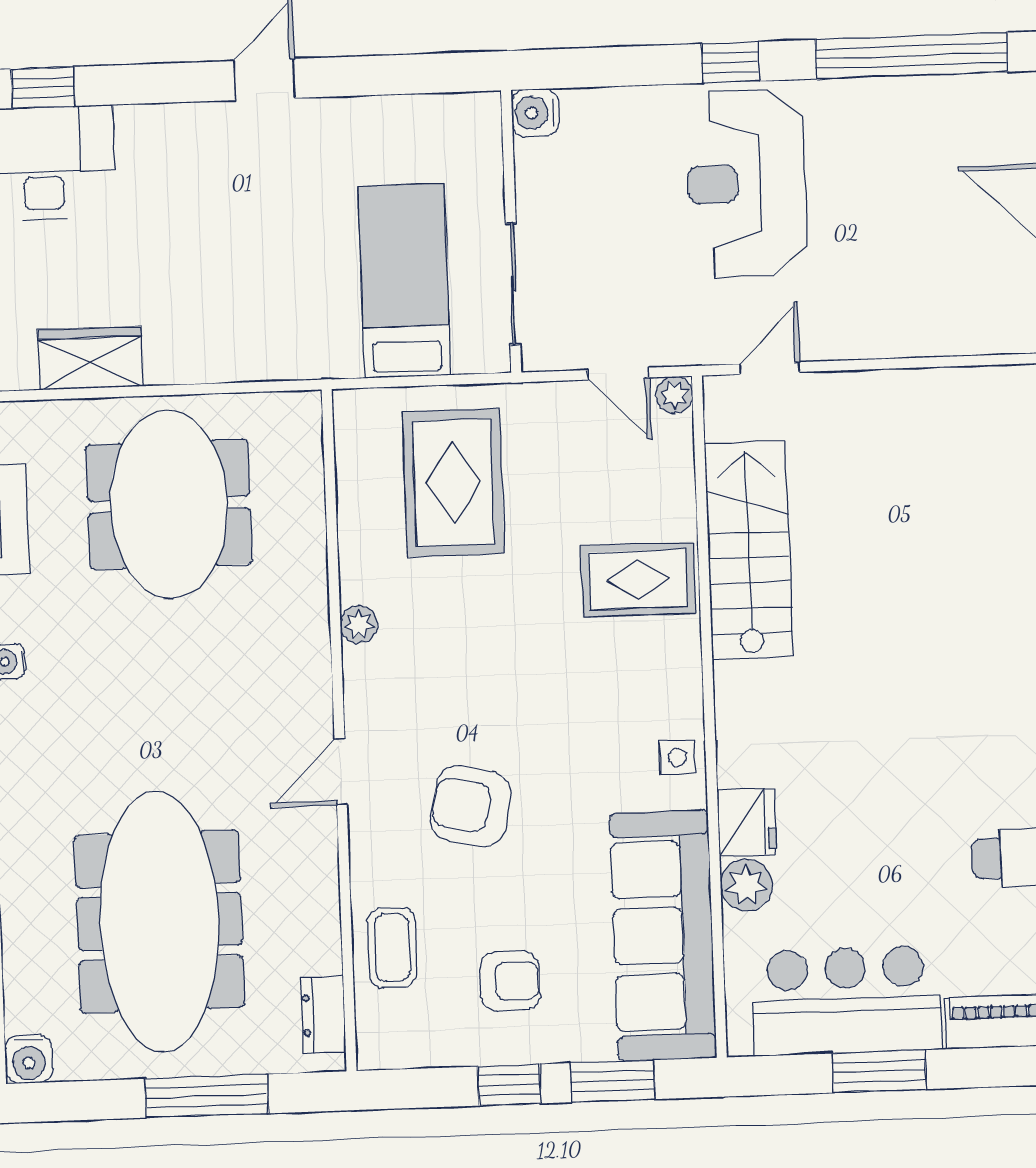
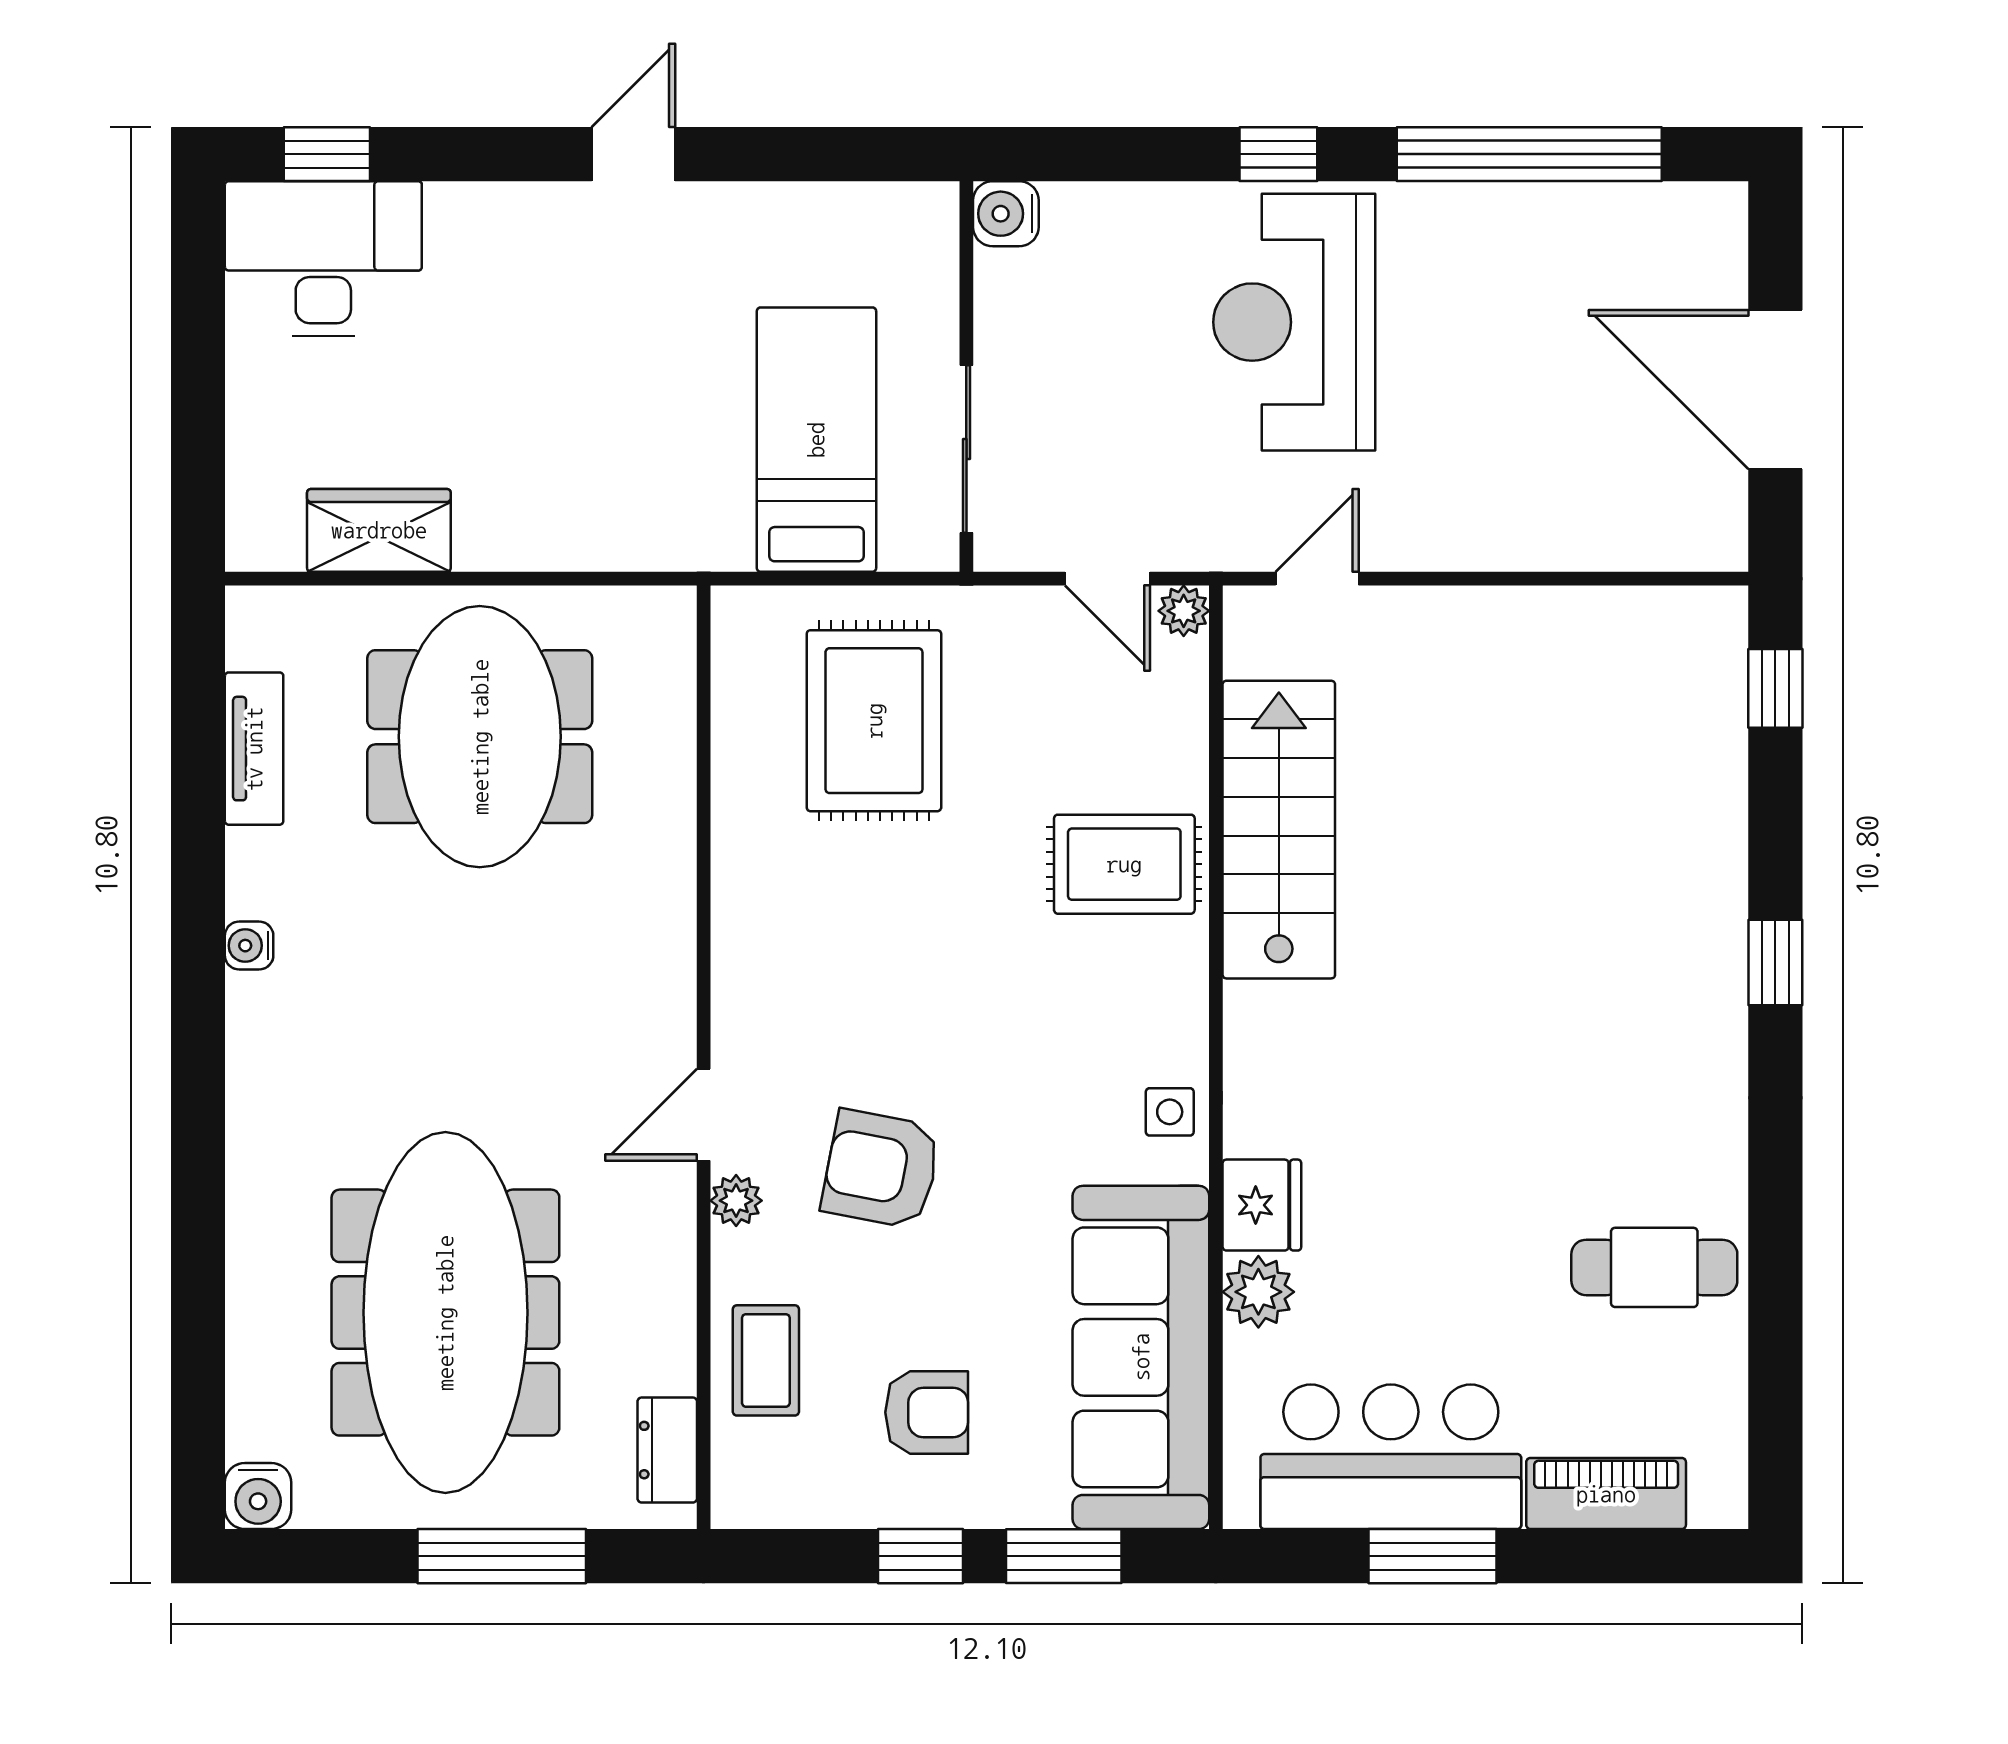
plant: (359, 625) -> (736, 1201), moved

